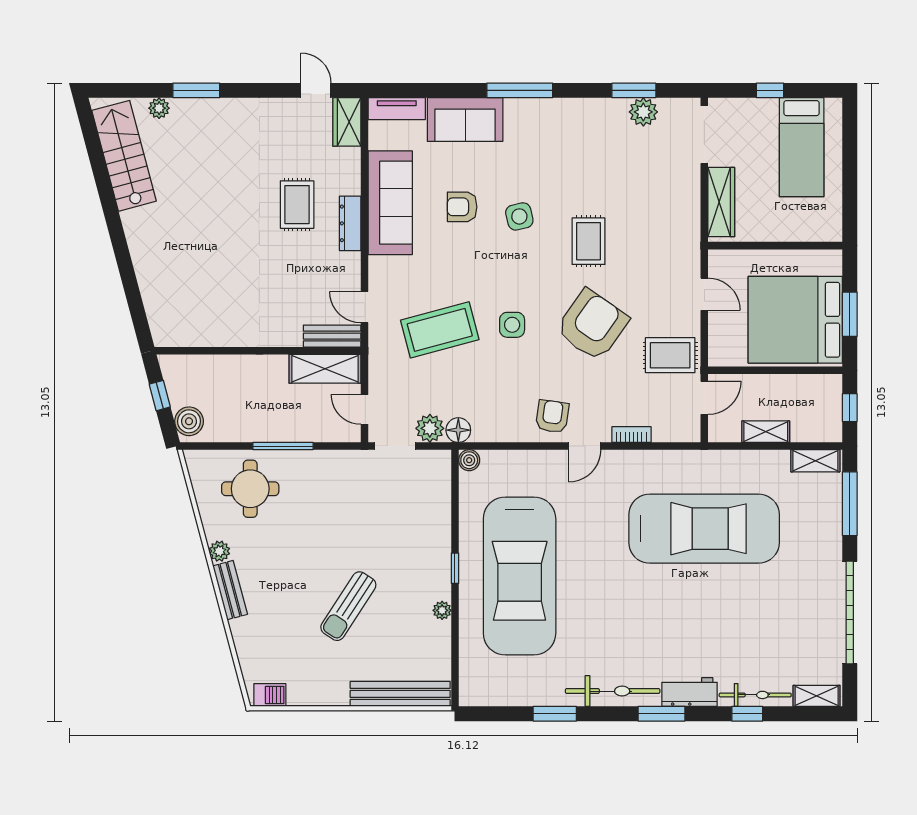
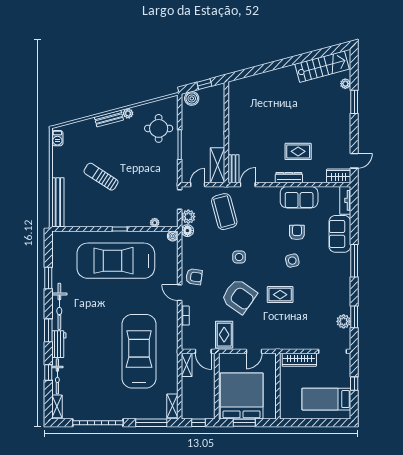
sofa: (390, 203) -> (299, 197), width x0.73
coffee table: (440, 330) -> (224, 212), moved
shelving: (766, 432) -> (187, 365), moved
car: (704, 529) -> (139, 351), turned 180
plant: (442, 610) -> (155, 223), moved

